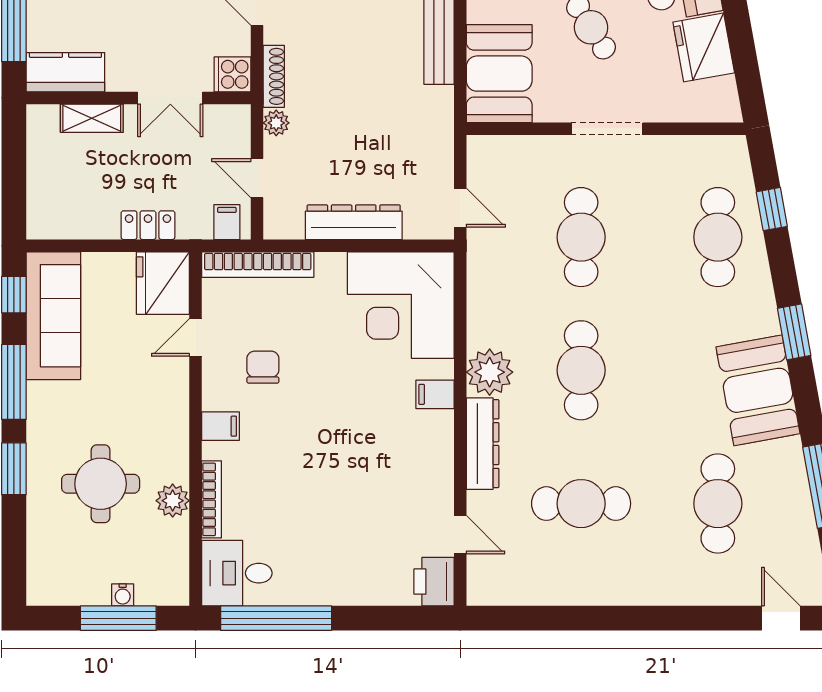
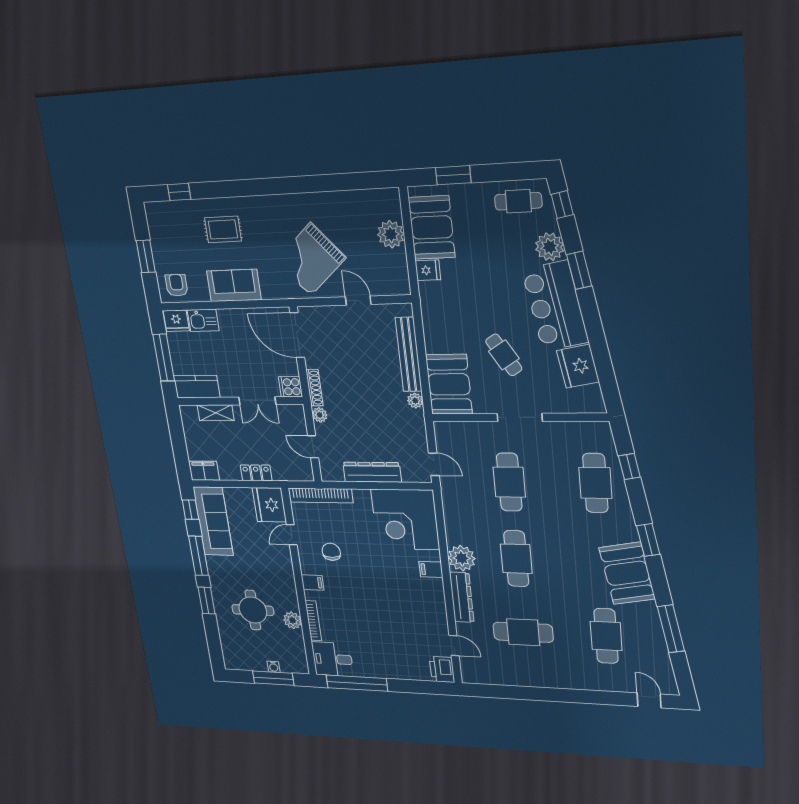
plant: (441, 100) -> (415, 401), added
filing cabinet: (227, 222) -> (204, 471), moved, width x2.00

